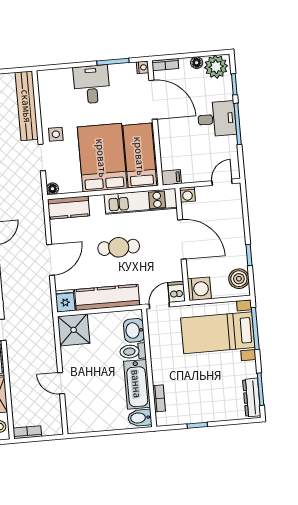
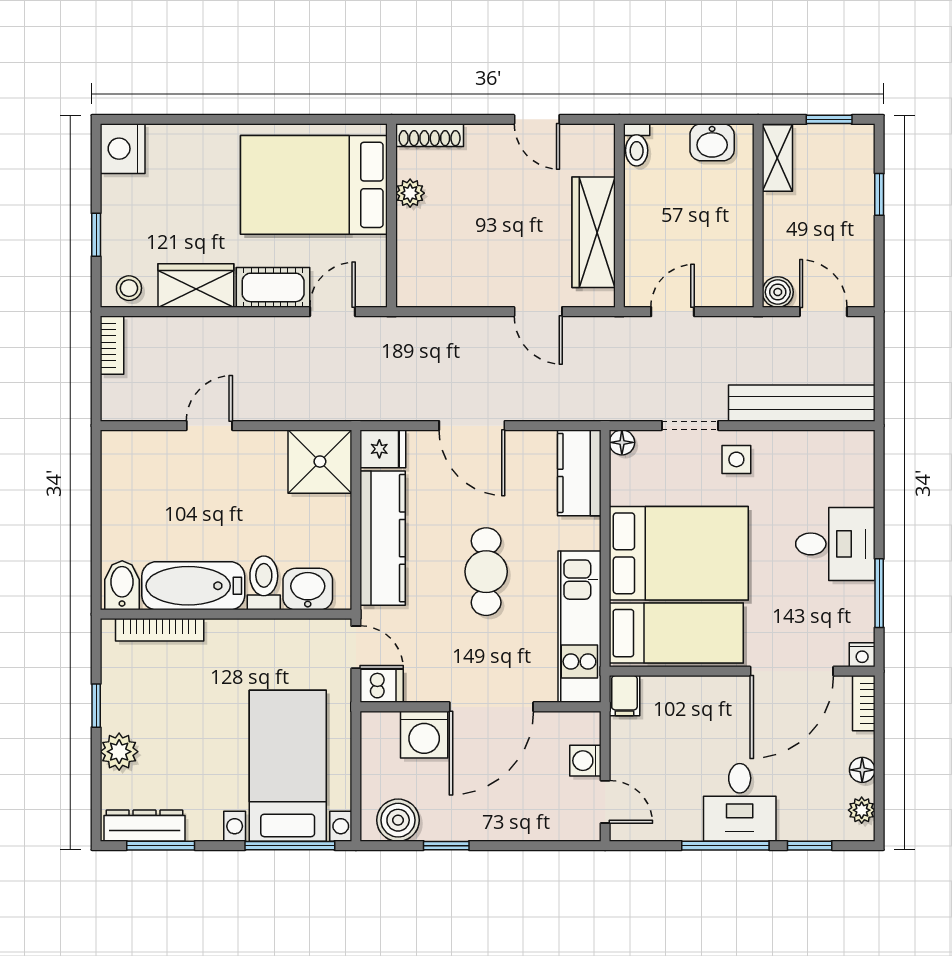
plant: (216, 67) -> (862, 810), width x0.53, depth x0.53
washing machine: (187, 194) -> (585, 761), moved
washing machine: (199, 289) -> (424, 735), moved
bookcase: (159, 398) -> (160, 630), width x1.56
plant: (218, 413) -> (119, 752), added

